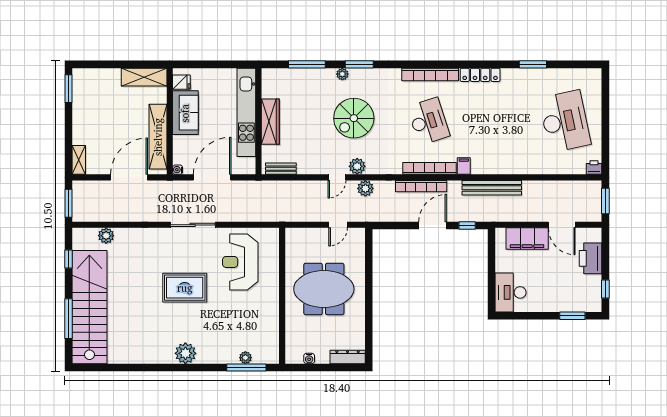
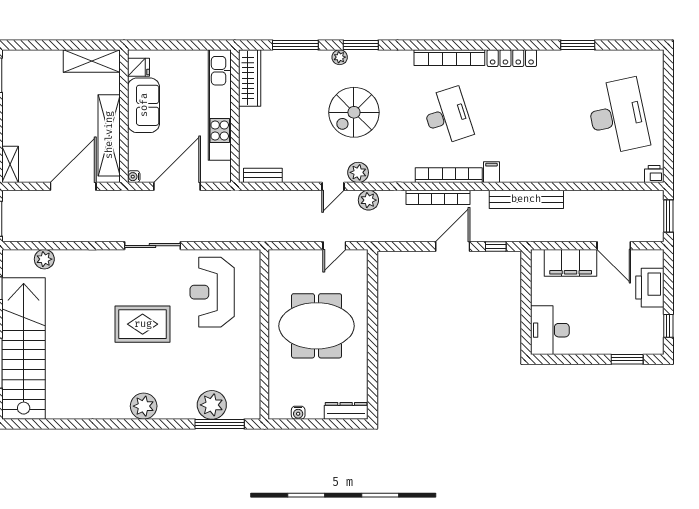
wardrobe: (270, 122) -> (250, 78), moved
plant: (245, 358) -> (212, 405), width x1.88, depth x1.88

